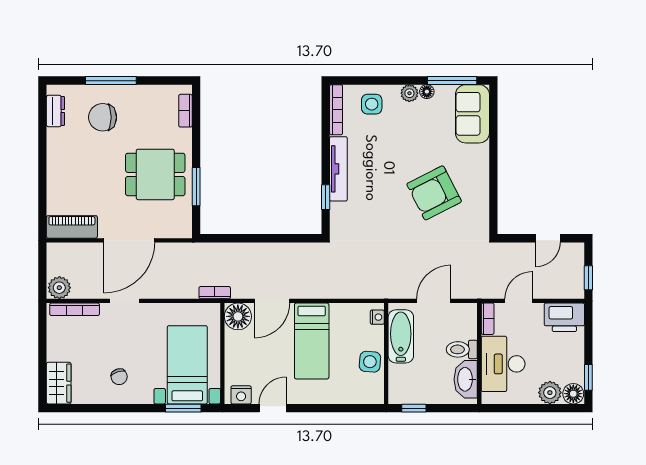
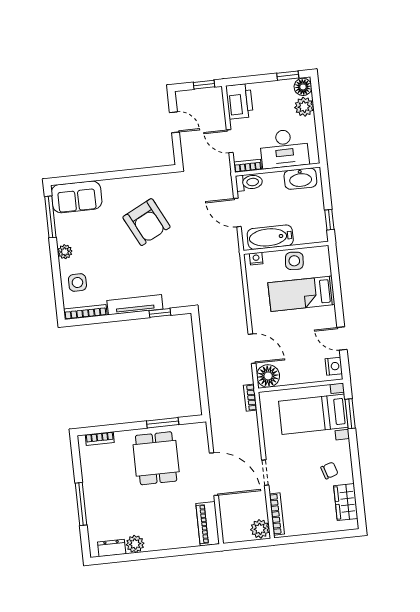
floor lamp: (427, 92) -> (62, 237), removed
chair: (103, 117) -> (113, 508), removed
plant: (57, 139) -> (135, 544), added
bed: (312, 341) -> (301, 294), moved, turned 180
toilet: (462, 349) -> (249, 182), moved, turned -90
wardrobe: (59, 383) -> (346, 502), moved, turned -90

